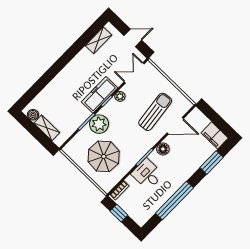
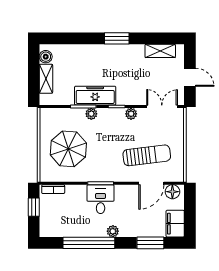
window: (65, 60) -> (117, 38), added
freezer: (99, 95) -> (95, 96), moved
plant: (99, 124) -> (91, 114), width x0.53, depth x0.53
door: (175, 126) -> (151, 183), hinge flipped
floor lamp: (163, 149) -> (172, 192), moved
desk: (147, 174) -> (101, 199), moved
plant: (182, 179) -> (113, 231), added

